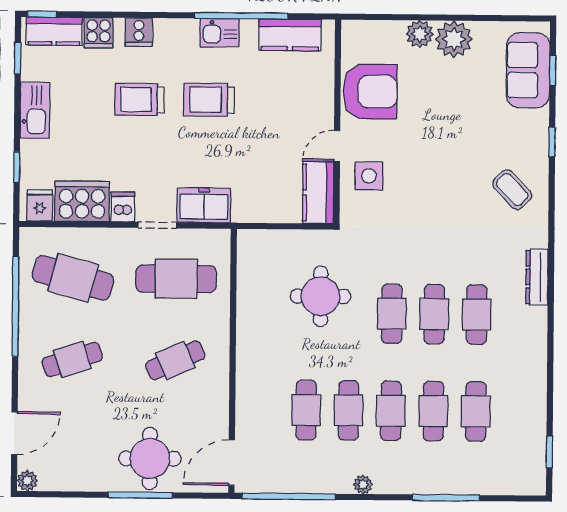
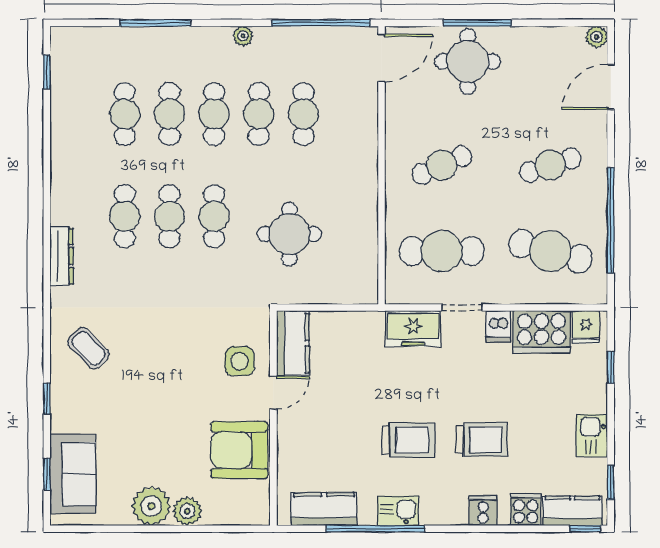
kitchen sink: (35, 110) -> (592, 435), width x0.73

